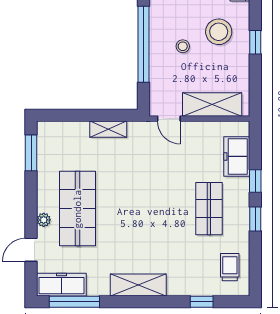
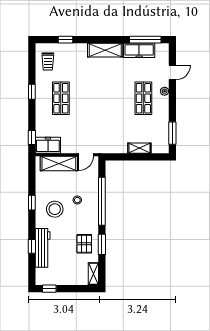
door: (169, 119) -> (86, 155), swing flipped
shelving: (108, 129) -> (139, 148), moved
freezer: (237, 156) -> (48, 145), moved, turned -90
window: (255, 181) -> (32, 137), moved
shop shelf: (77, 209) -> (143, 98), width x0.70, depth x0.74
freezer: (61, 285) -> (139, 50), moved

